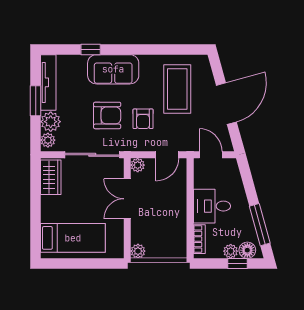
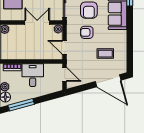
coffee table: (177, 89) -> (105, 54), width x0.54, depth x0.58
door: (226, 104) -> (108, 81), moved
door: (211, 155) -> (65, 74), hinge flipped

